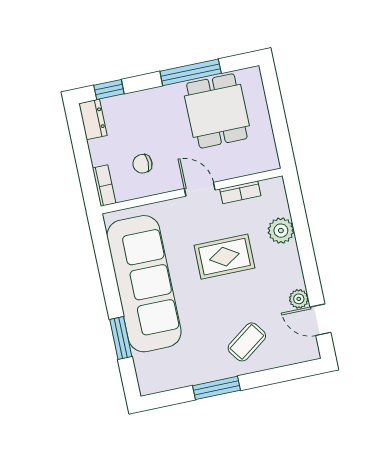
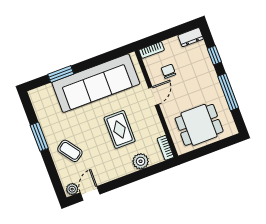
window: (109, 90) -> (214, 55), moved
dining table: (217, 111) -> (199, 125), moved
door: (200, 189) -> (154, 96), moved
bookcase: (240, 192) -> (165, 148), moved
plant: (299, 299) -> (72, 189), moved

